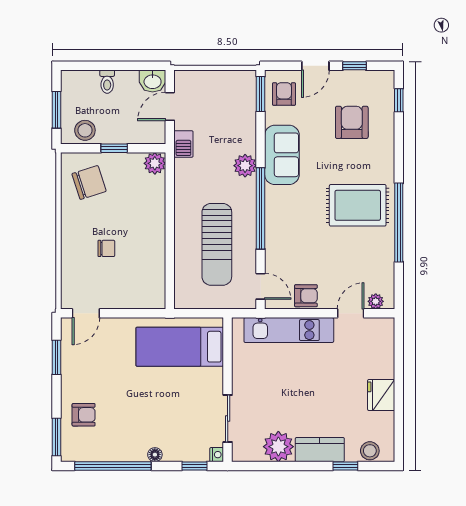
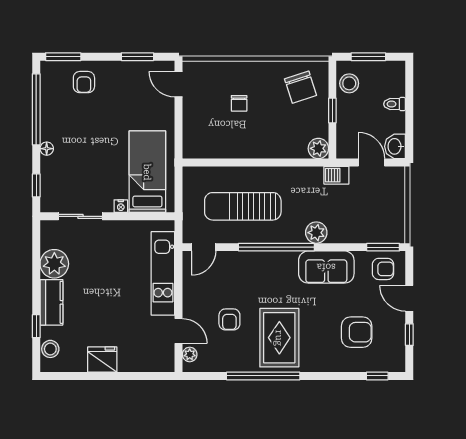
armchair: (306, 296) -> (229, 319), moved
nightstand: (217, 455) -> (121, 206), moved

